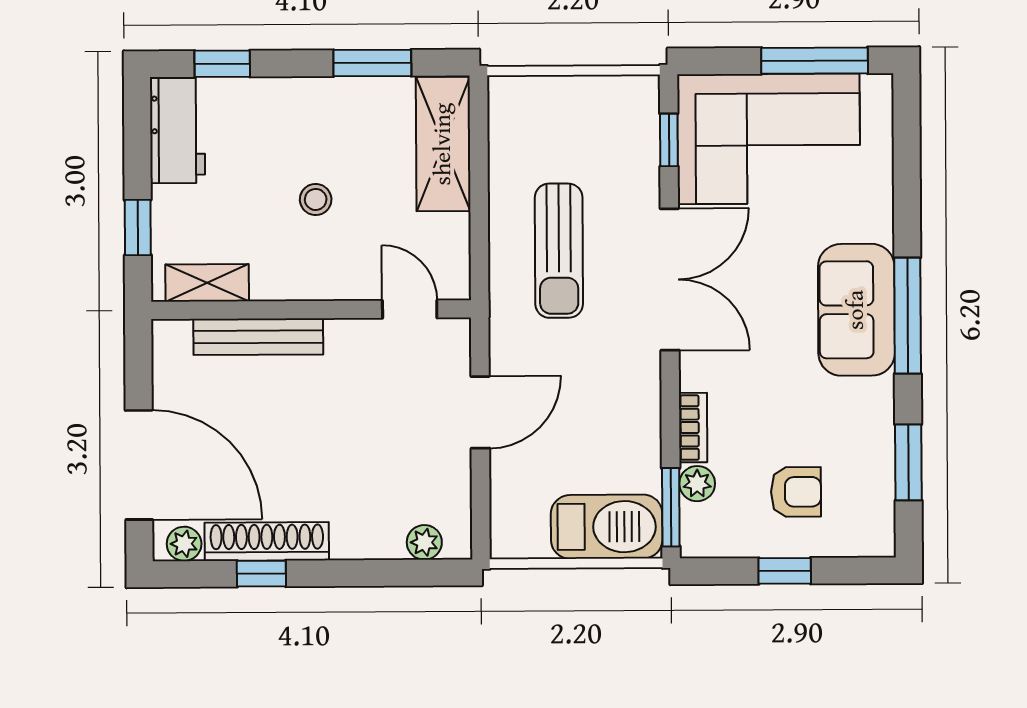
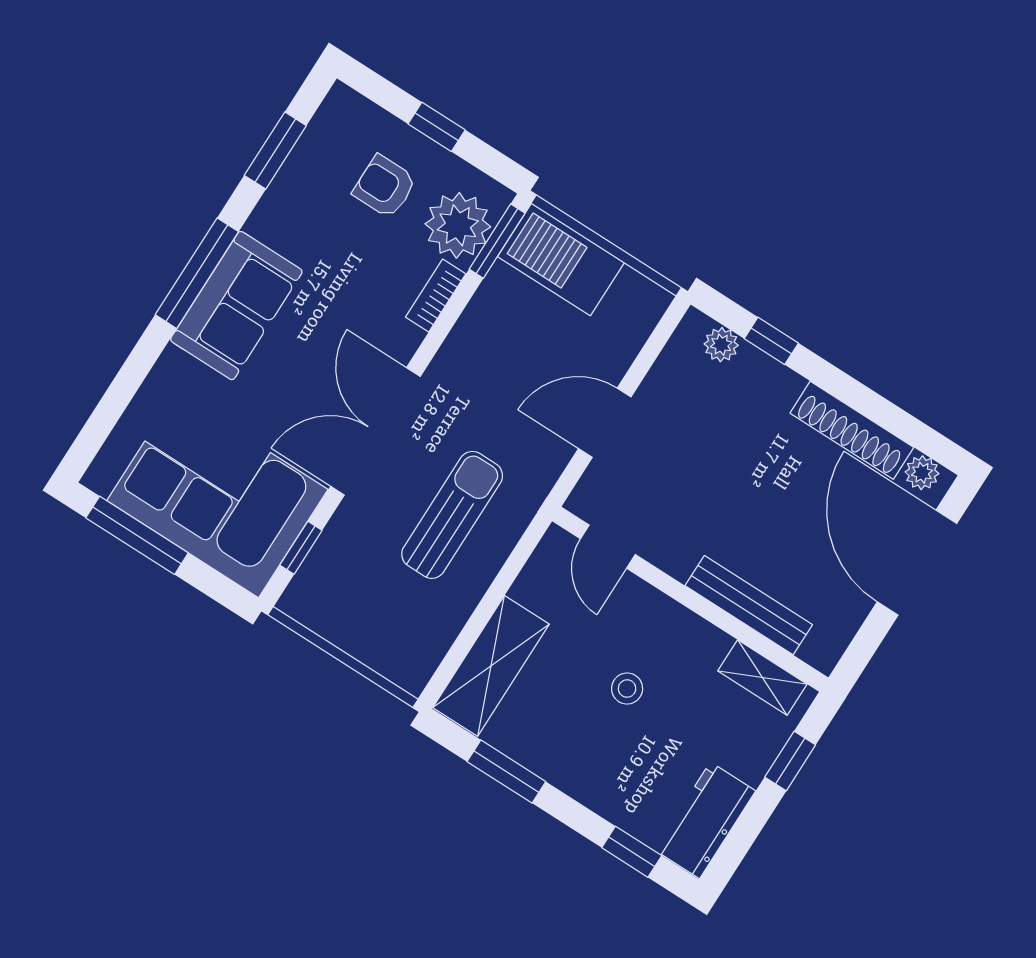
plant: (697, 484) -> (458, 225), width x1.87, depth x1.87
window: (261, 574) -> (771, 341), moved

